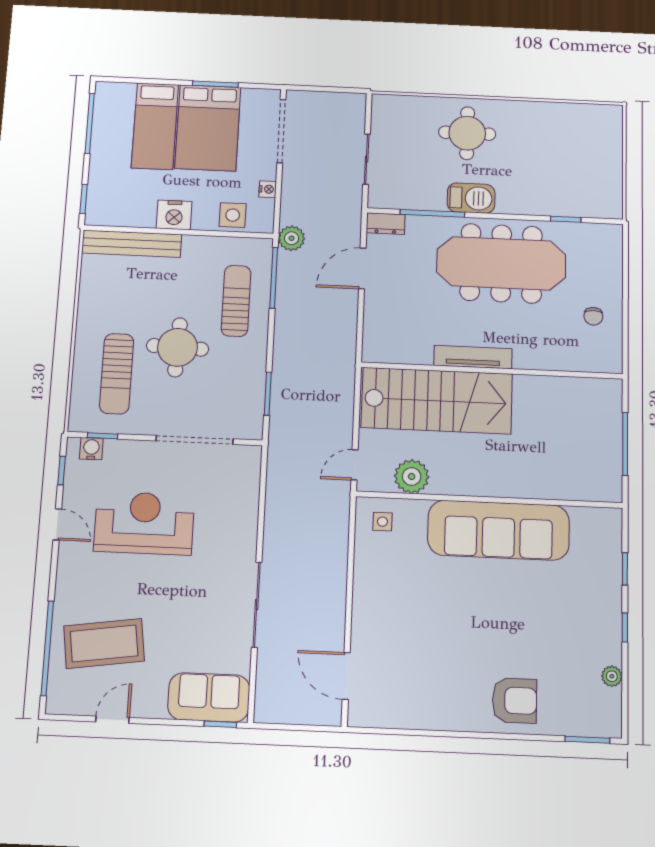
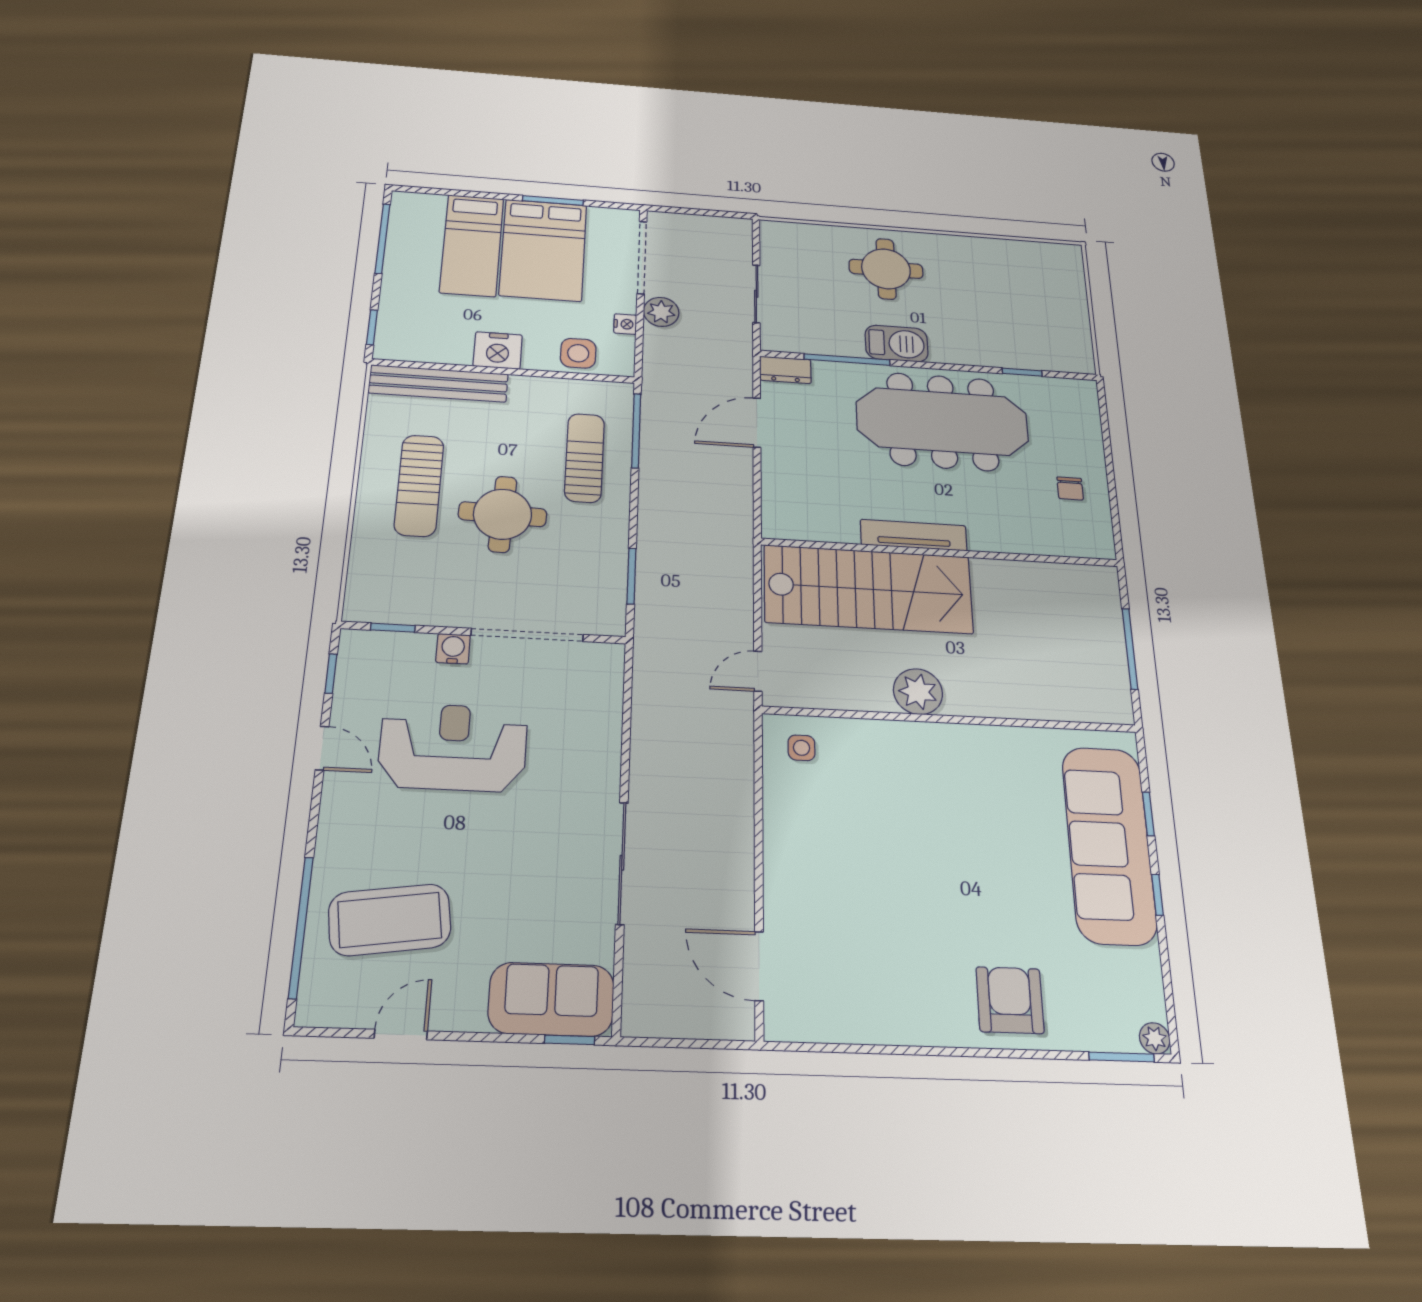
plant: (292, 238) -> (661, 312), moved
sun lounger: (117, 374) -> (419, 485), moved
water cooler: (91, 449) -> (453, 649), moved
plant: (412, 476) -> (918, 692), moved
sofa: (499, 530) -> (1109, 844), moved, turned 90
plant: (612, 676) -> (1155, 1038), moved
armchair: (515, 700) -> (1010, 1000), turned -90

